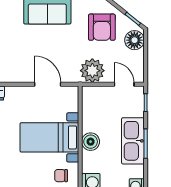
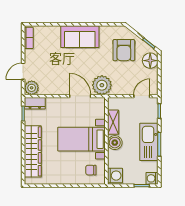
plant: (92, 71) -> (102, 85), moved
door: (124, 84) -> (142, 96), hinge flipped
shelving: (89, 116) -> (113, 122), added

